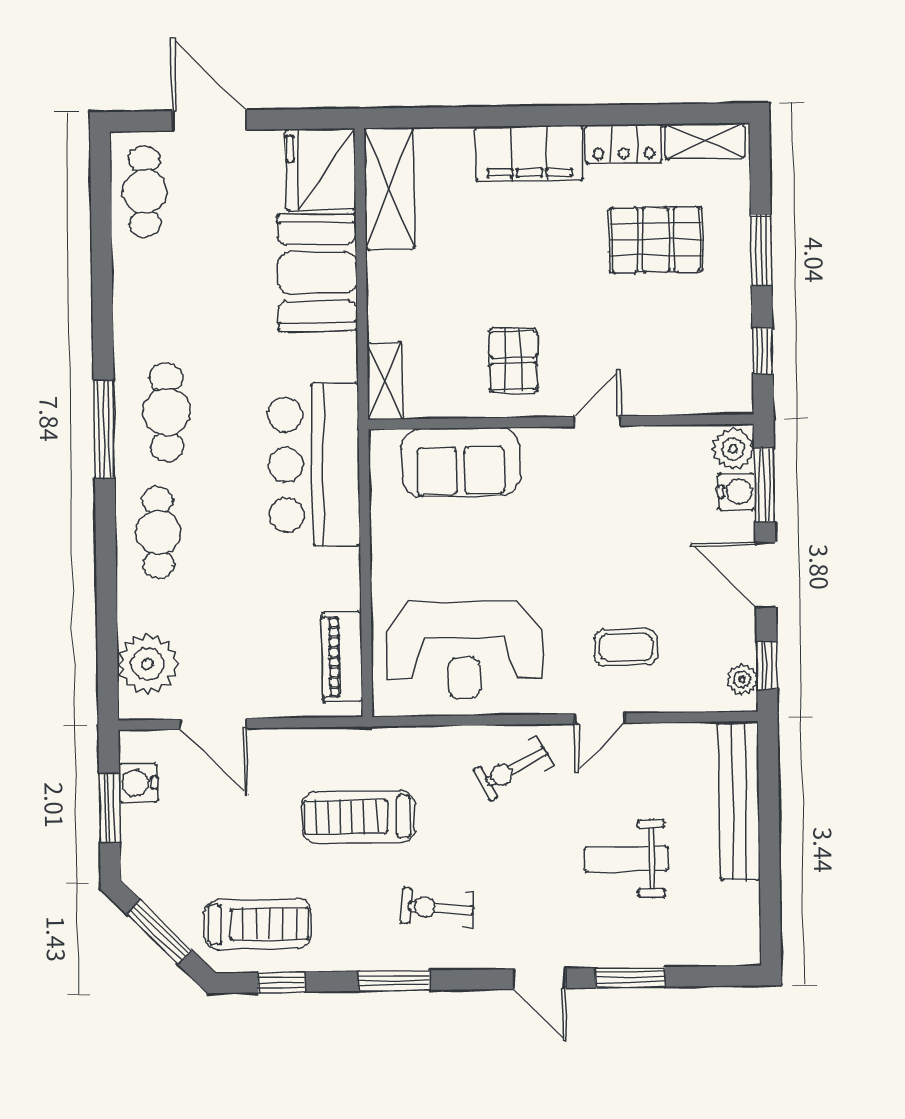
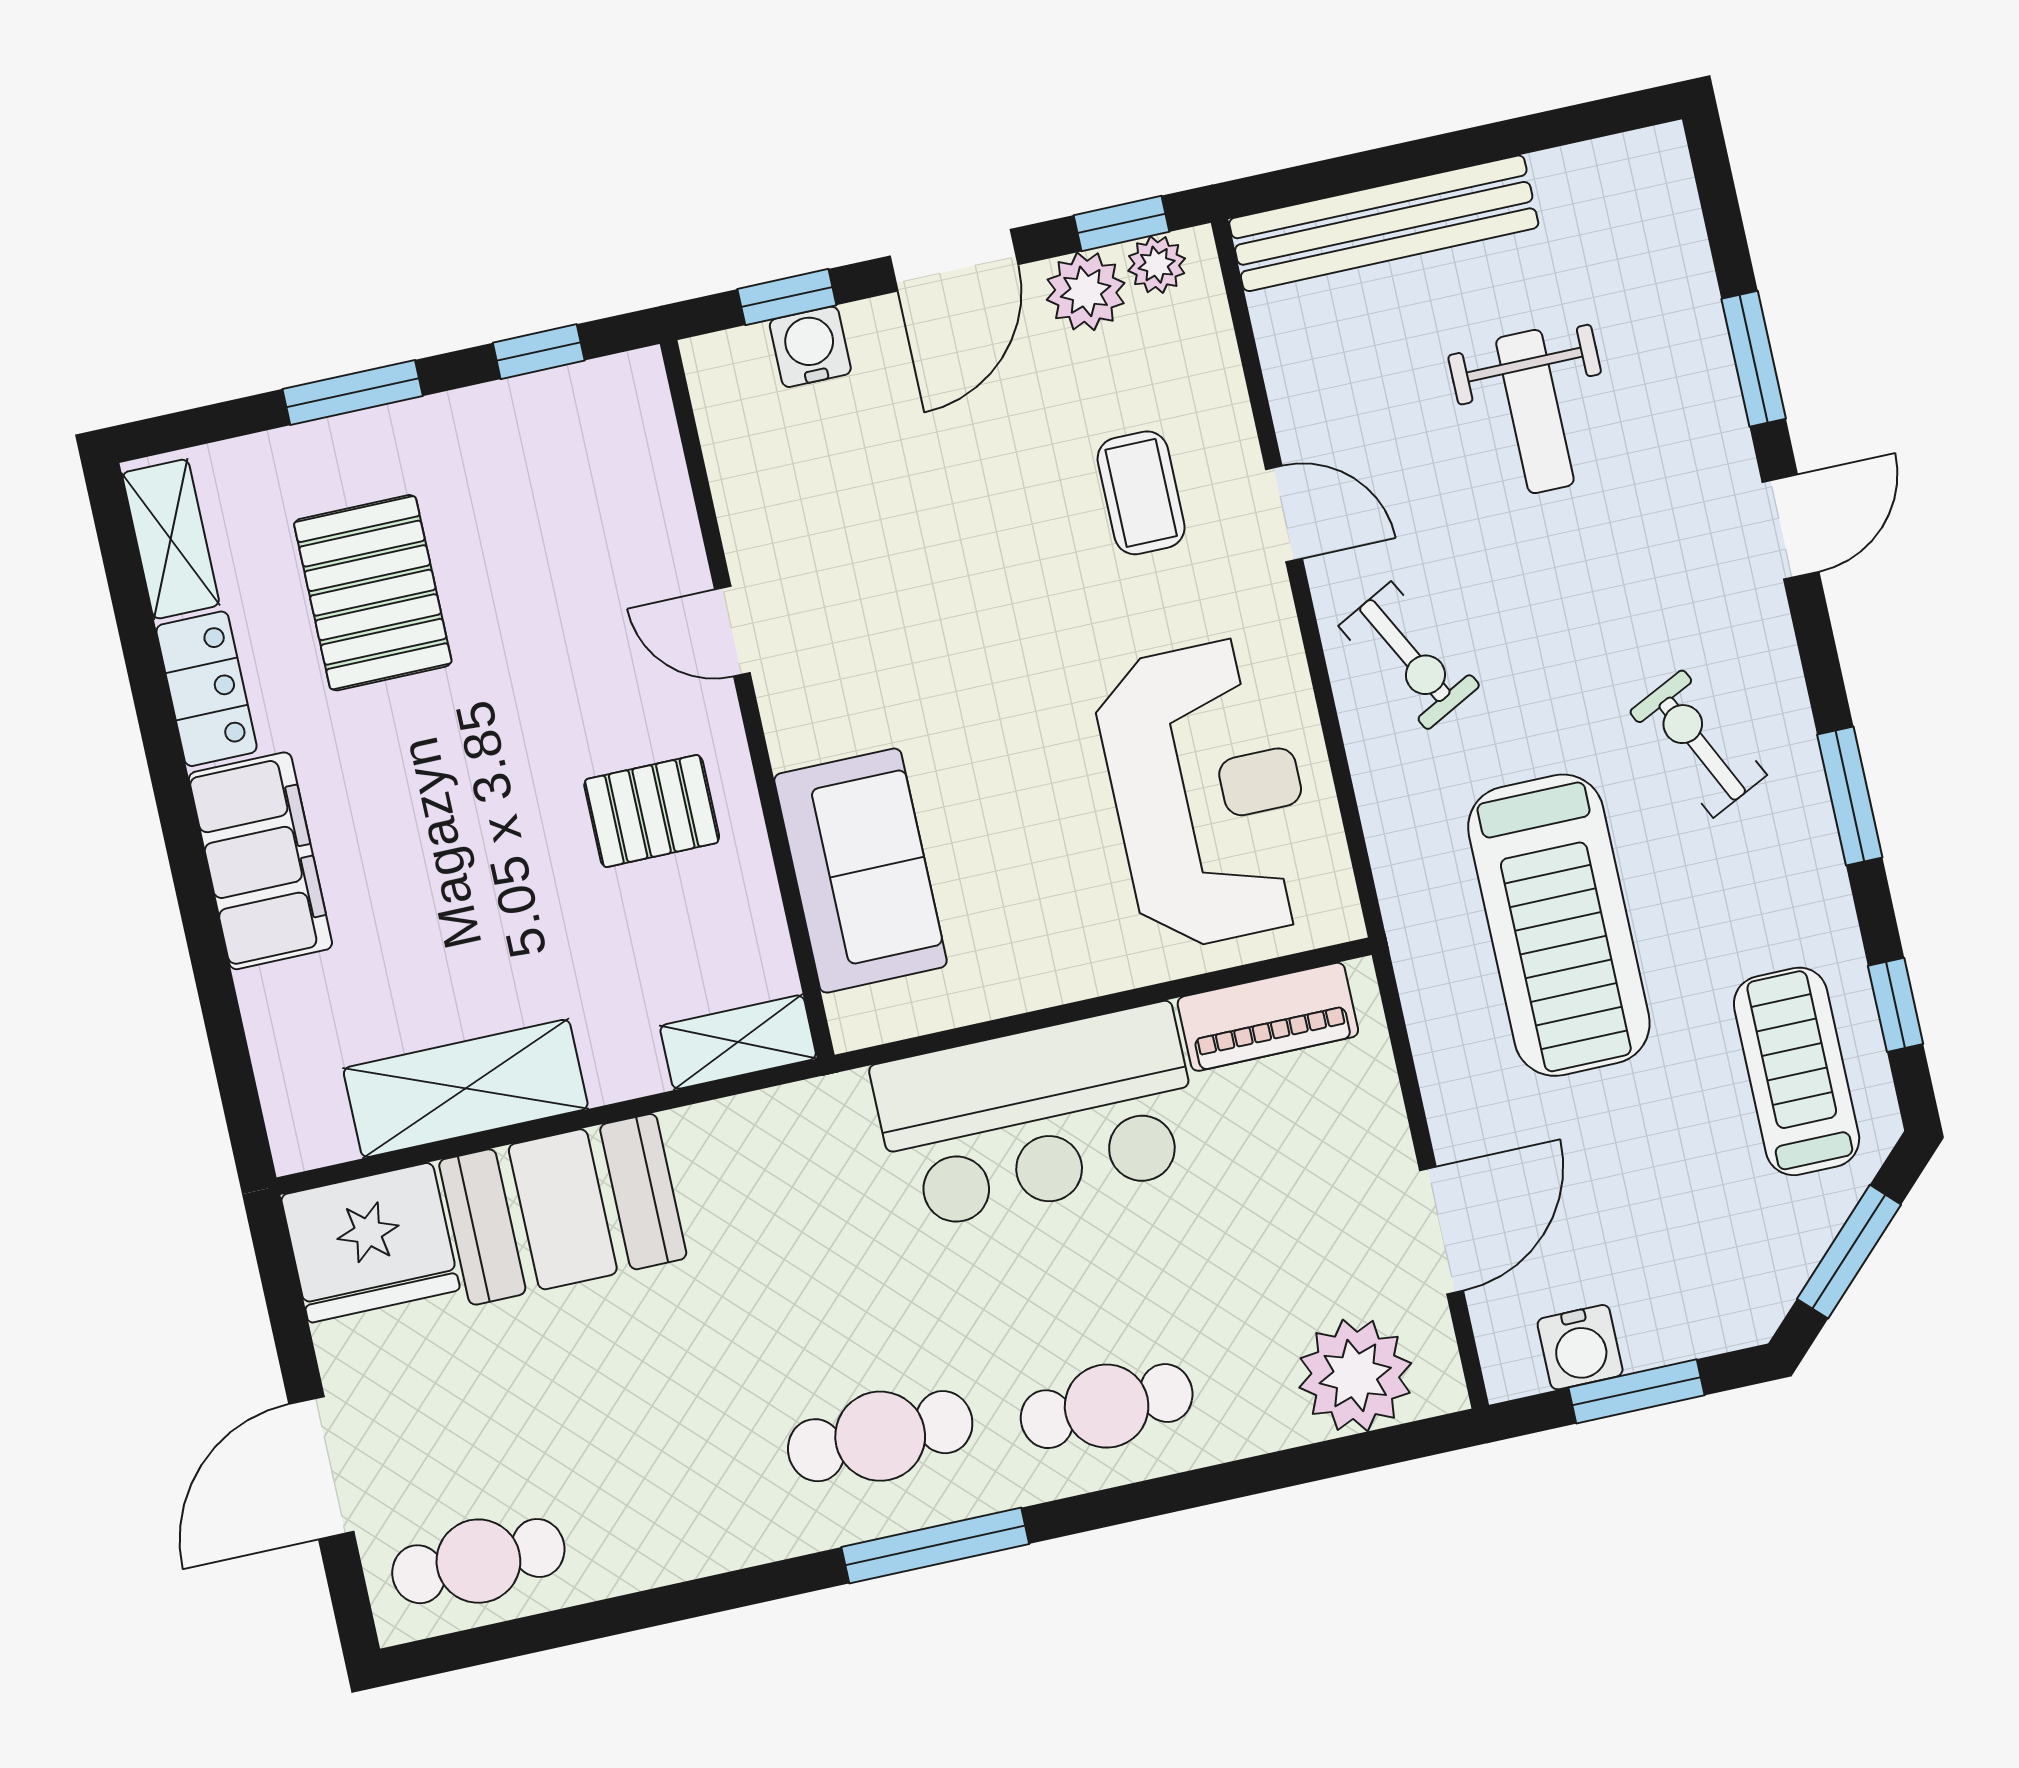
shelving: (389, 189) -> (466, 1088), moved
plant: (733, 449) -> (1086, 291), moved
bar counter: (314, 465) -> (1038, 1117), moved
window: (764, 485) -> (787, 297), width x0.67
treadmill: (358, 817) -> (1559, 925), width x1.37, depth x1.38
exercise bike: (438, 908) -> (1698, 743), turned 149

